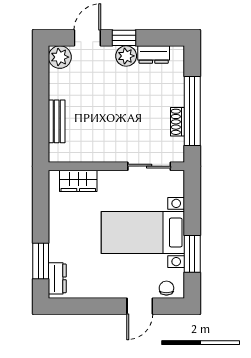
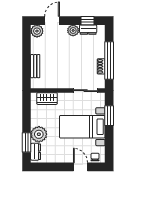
window: (124, 38) -> (87, 21), moved
plant: (63, 246) -> (39, 134), added
window: (192, 254) -> (109, 116), moved
door: (140, 306) -> (81, 167), swing flipped

